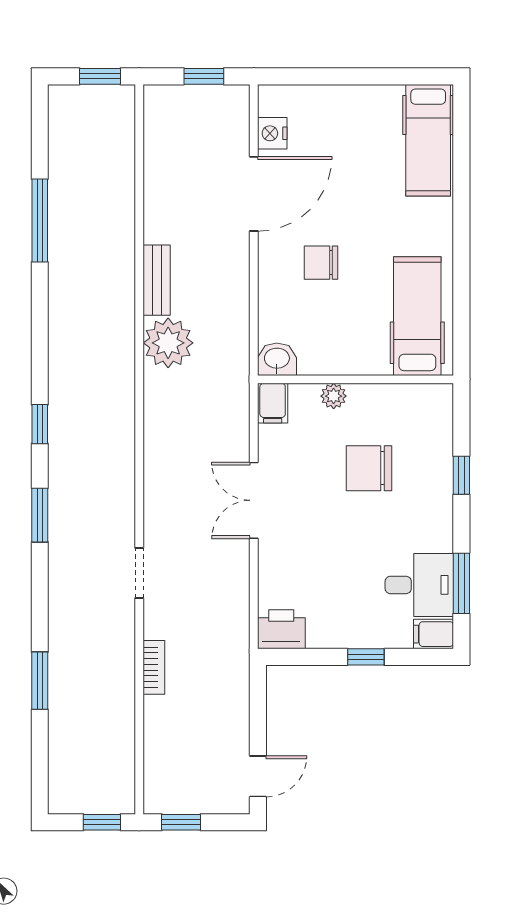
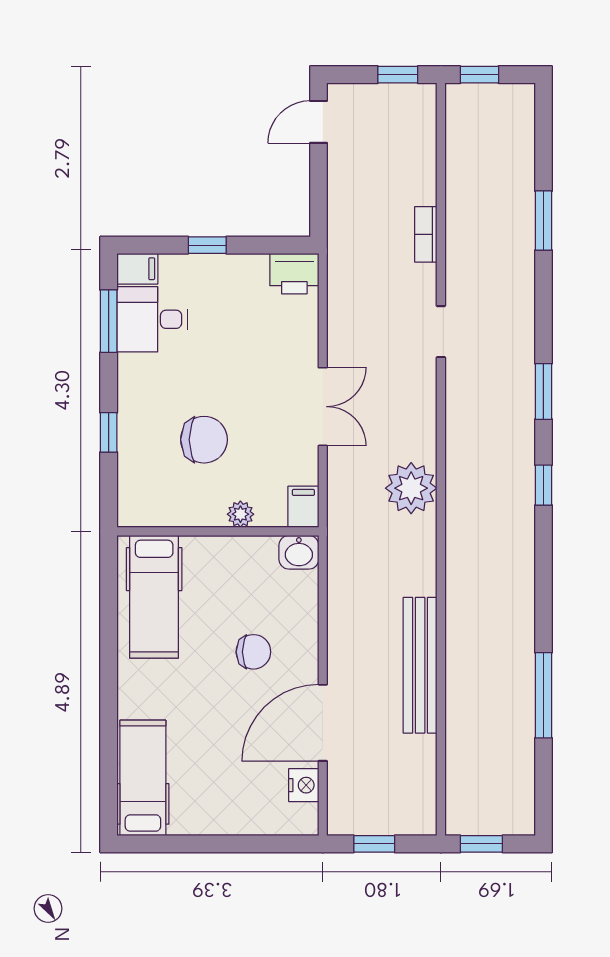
bench: (157, 280) -> (420, 665), width x1.86, depth x1.21
plant: (168, 343) -> (411, 488), moved

